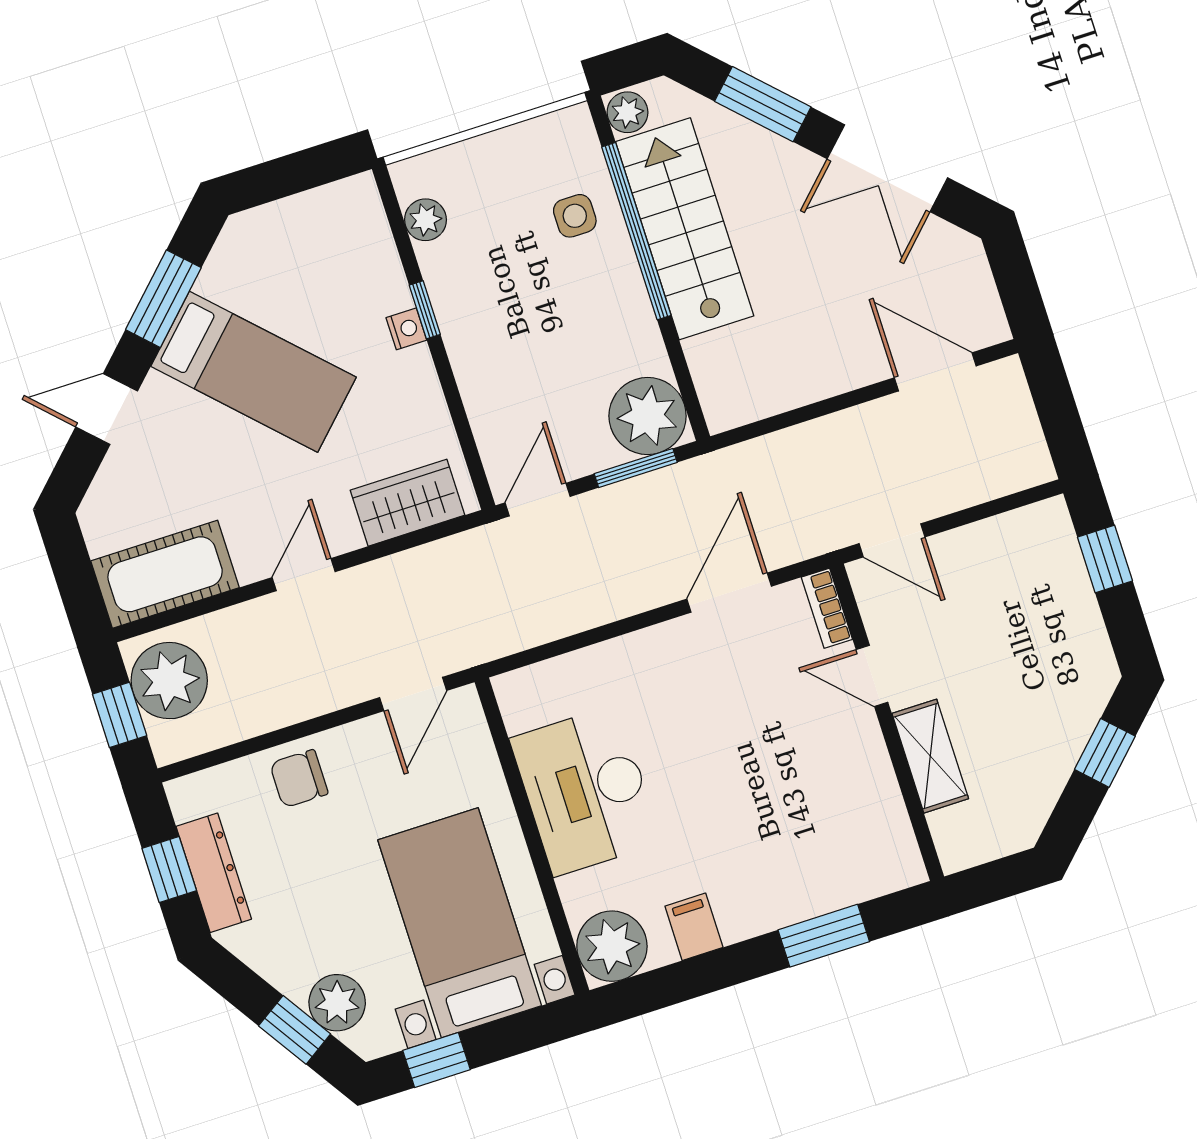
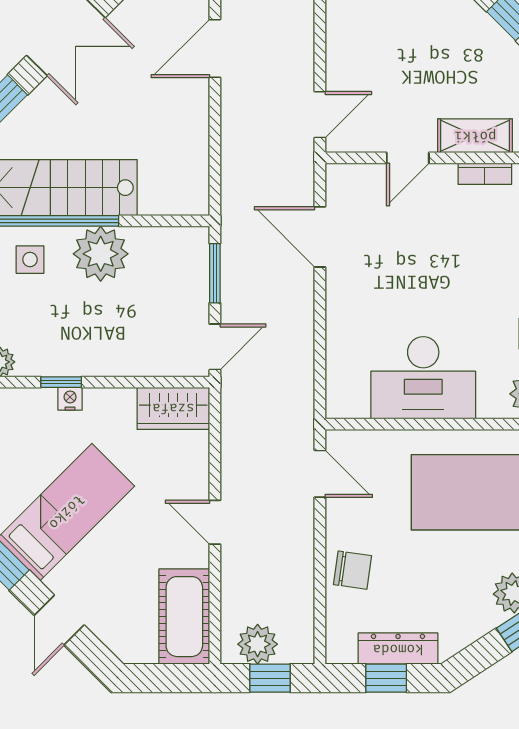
plant: (648, 416) -> (101, 254), moved
door: (538, 500) -> (215, 347), swing flipped
wardrobe: (407, 503) -> (173, 408), moved, turned -90
bookcase: (827, 608) -> (485, 174), moved
plant: (169, 681) -> (258, 644), width x0.73, depth x0.73
chair: (299, 779) -> (353, 570), turned -82

